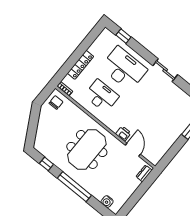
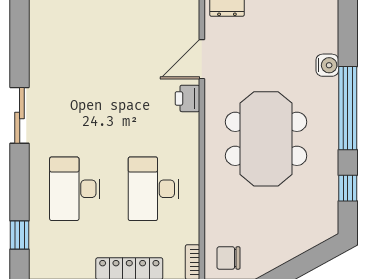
desk: (124, 69) -> (75, 189), width x0.73, depth x0.77
meeting table: (87, 149) -> (266, 139), turned 90
water cooler: (107, 202) -> (327, 65), moved

